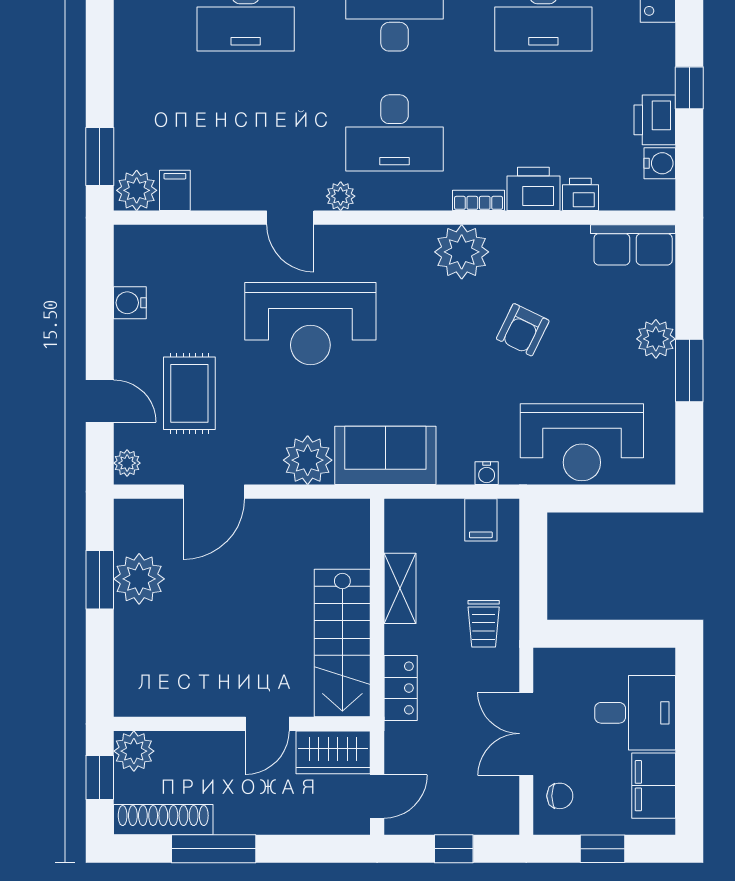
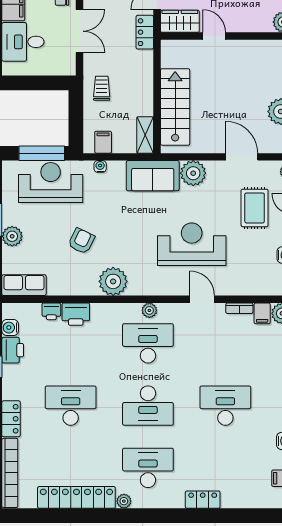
plant: (341, 196) -> (149, 310), moved
bookcase: (479, 200) -> (239, 308), moved
door: (214, 492) -> (242, 157), hinge flipped
window: (599, 499) -> (42, 153), added
shelving: (400, 588) -> (145, 135), moved
stairs: (342, 643) -> (175, 107), moved
locker: (401, 688) -> (145, 32), moved
door: (267, 724) -> (214, 36), hinge flipped

